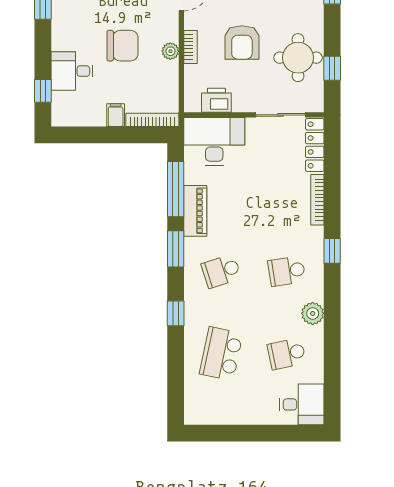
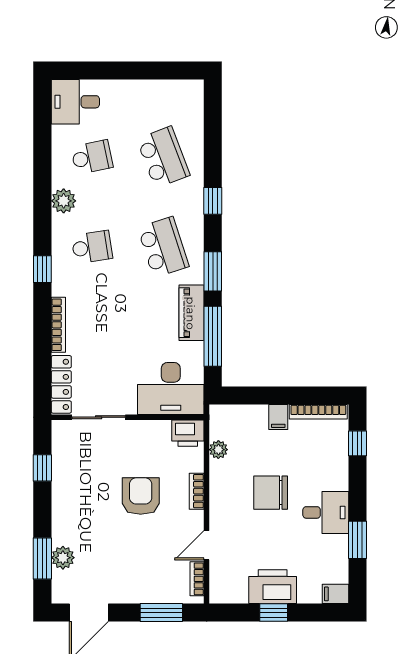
plant: (170, 51) -> (218, 450), moved
round table: (298, 58) -> (80, 480), removed
desk: (72, 71) -> (326, 512), moved
printer: (216, 100) -> (188, 433), moved
bookcase: (152, 120) -> (318, 412), moved
school desk: (221, 271) -> (163, 247), width x1.85
school desk: (221, 354) -> (163, 157), turned -33

